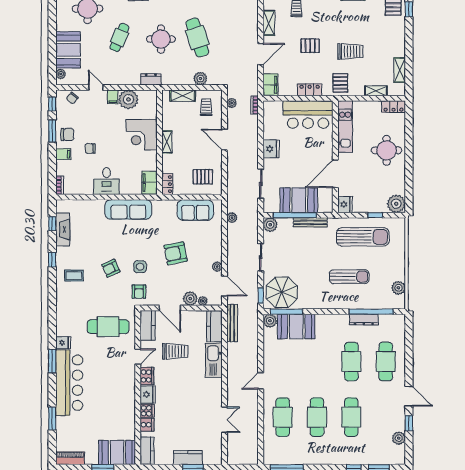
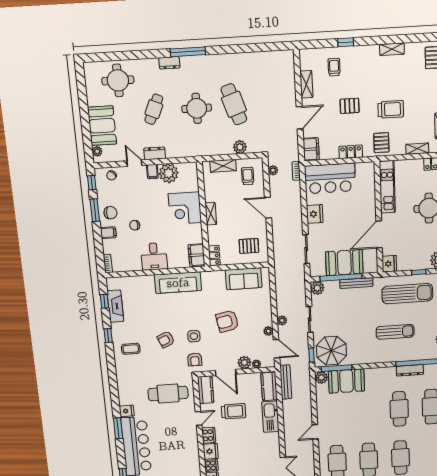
dresser: (151, 79) -> (155, 153), moved
bar counter: (308, 115) -> (330, 178), moved
plant: (232, 218) -> (282, 320), moved

